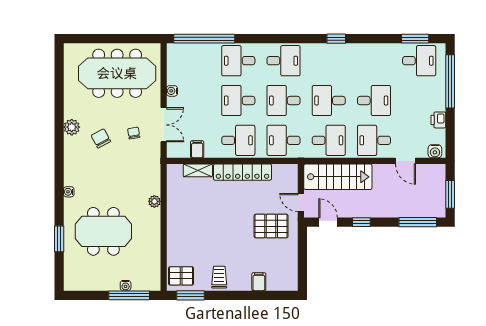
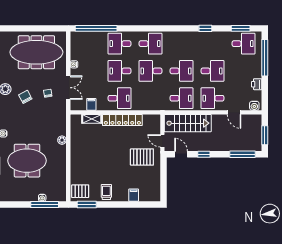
window: (336, 39) -> (205, 28), moved
desk: (329, 101) -> (181, 71), turned 180
desk: (284, 140) -> (151, 98), removed

